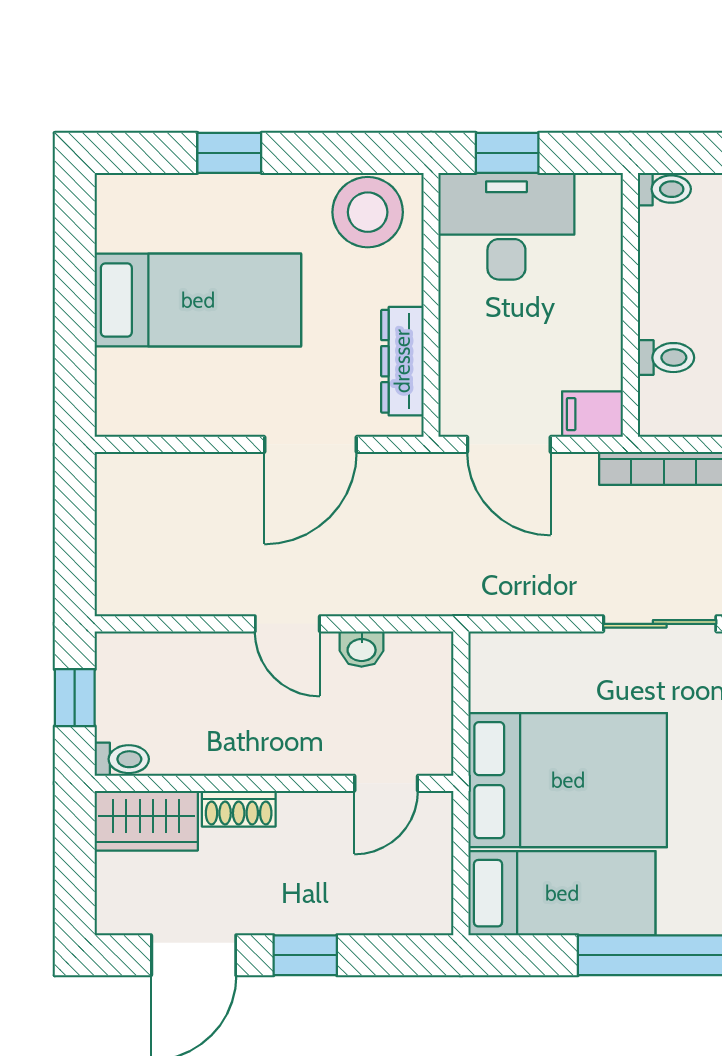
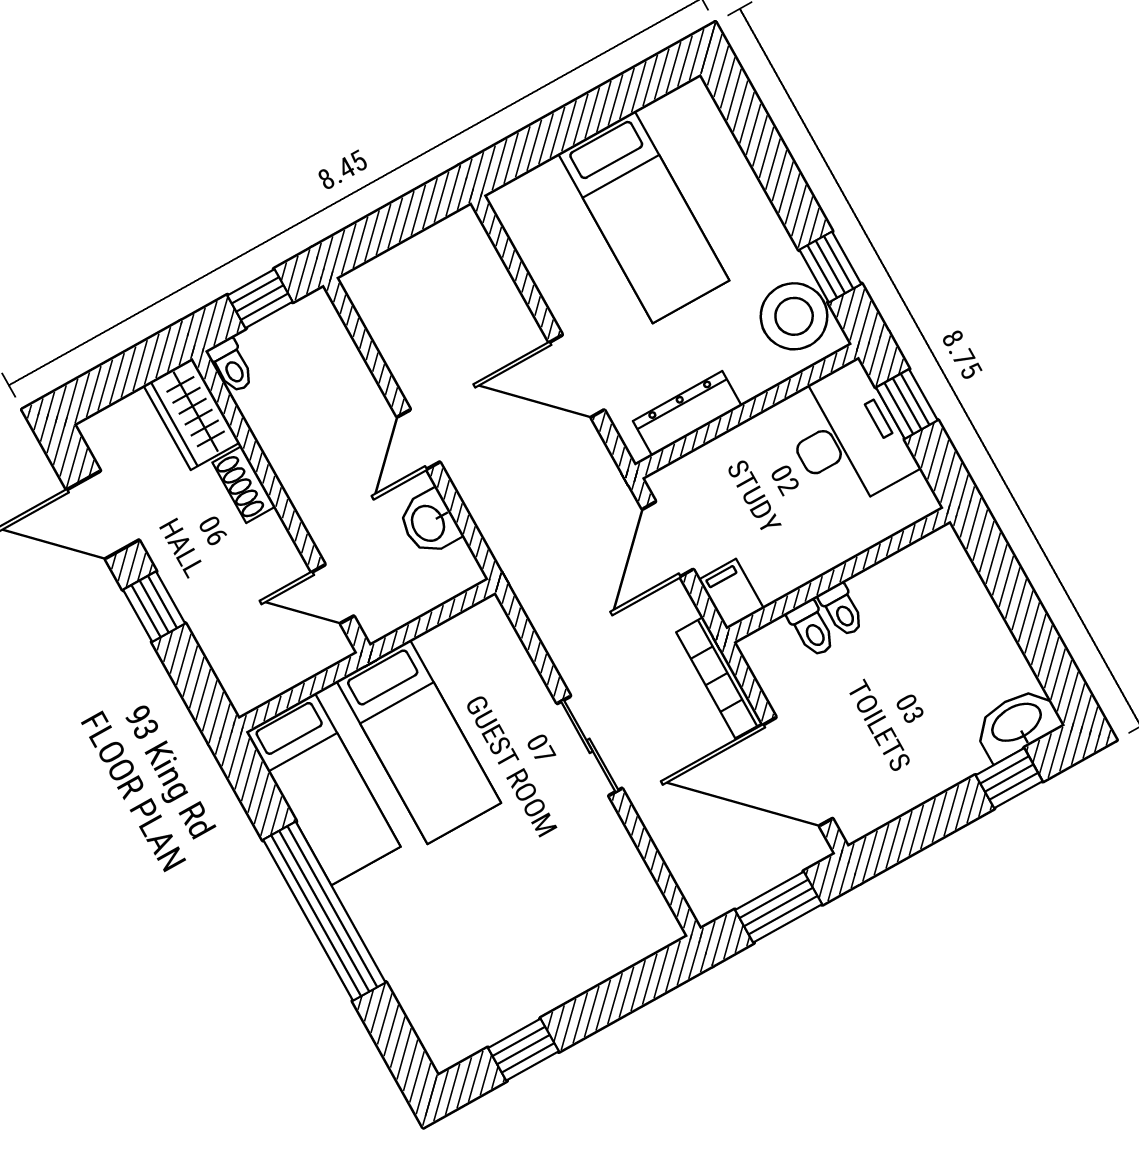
window: (229, 153) -> (830, 267), moved
toilet: (664, 189) -> (842, 610), moved
washbasin: (362, 649) -> (429, 523), width x1.38, depth x1.45
bed: (568, 780) -> (419, 742), width x0.67

